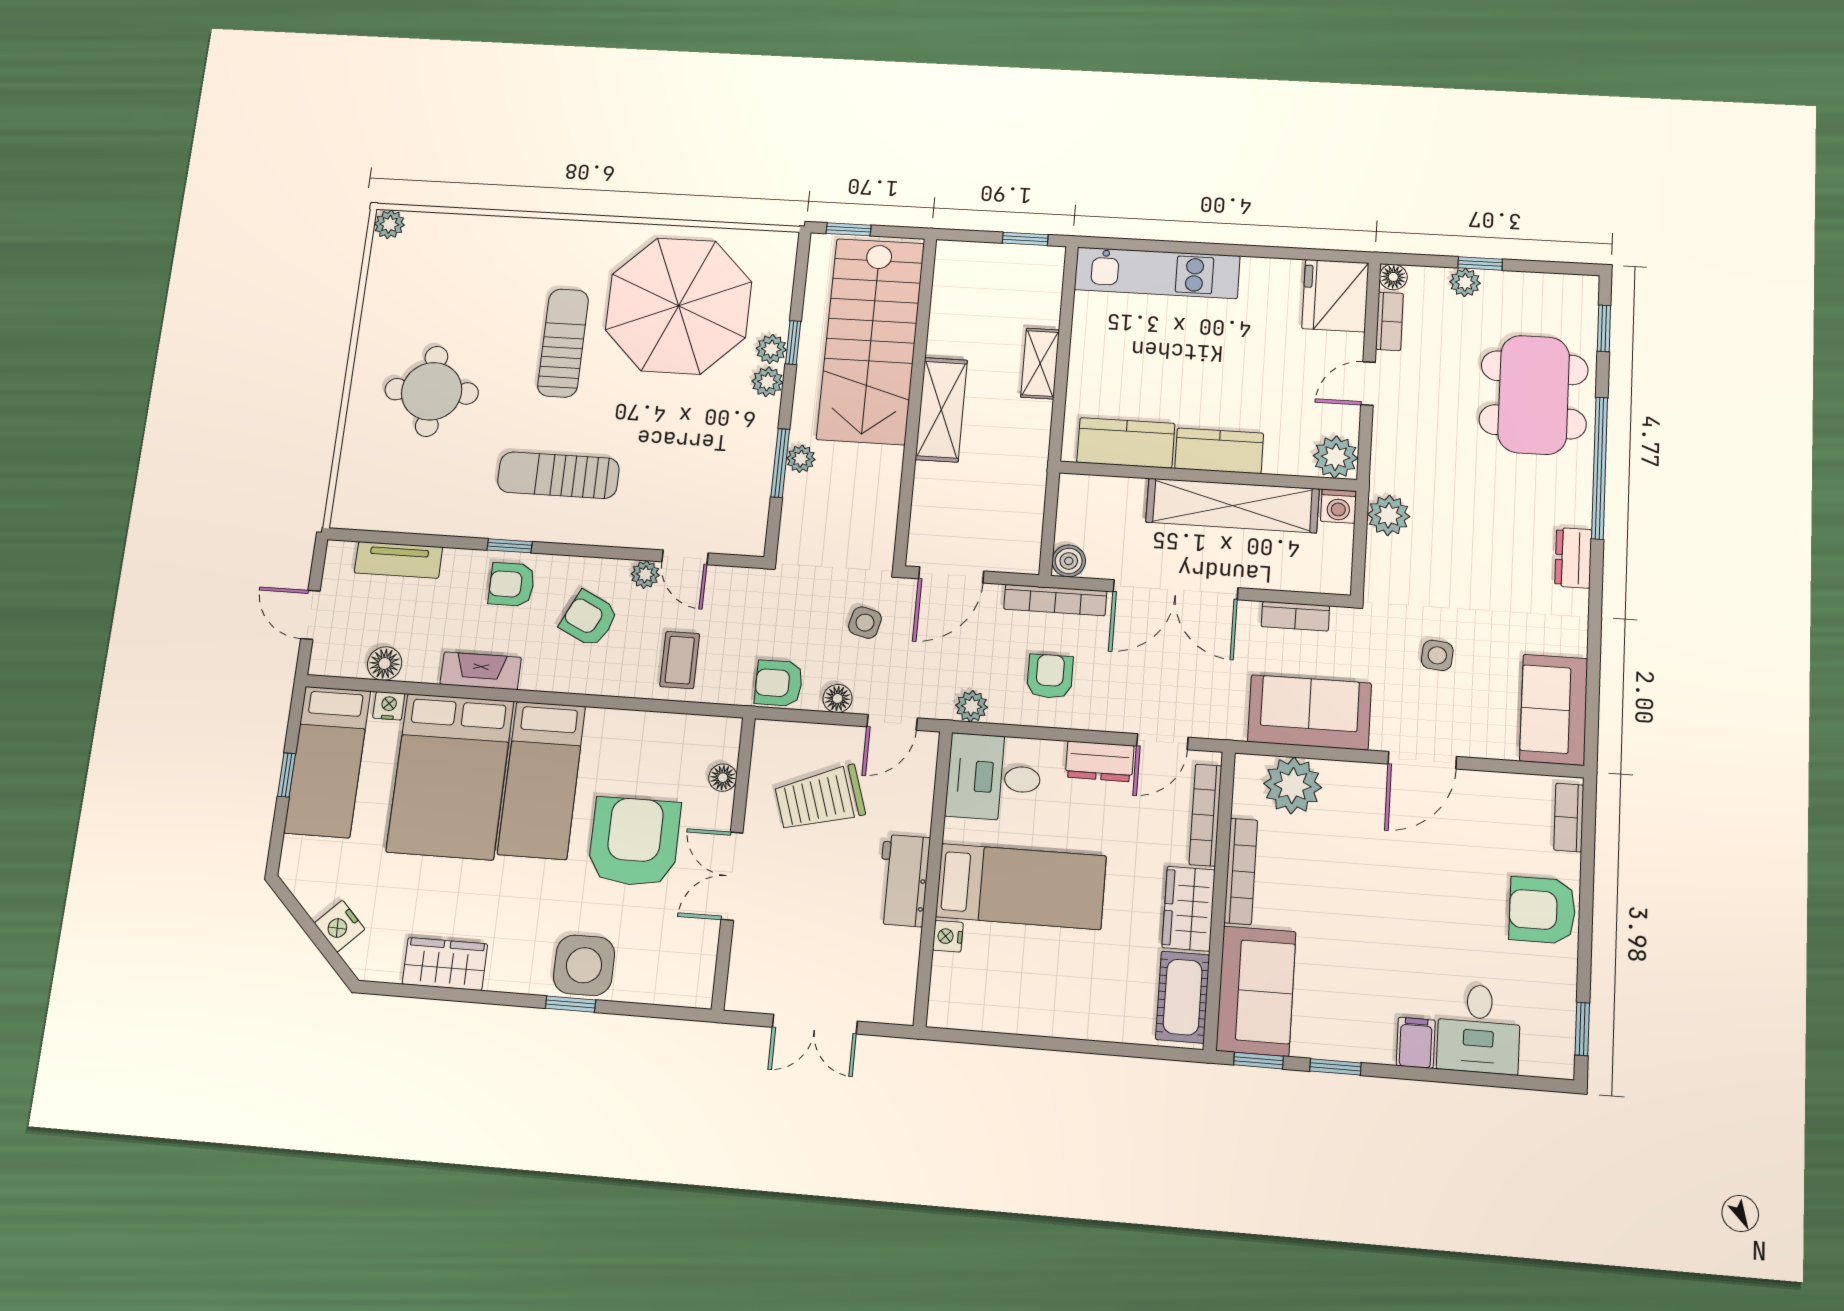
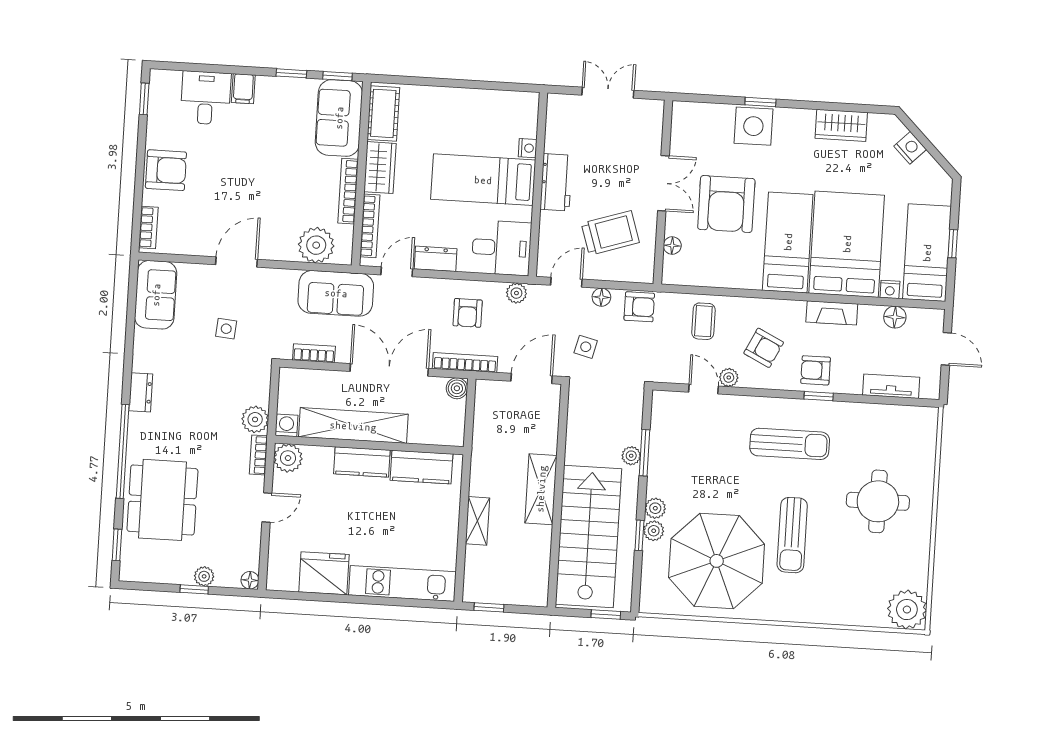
plant: (389, 224) -> (907, 610), width x1.88, depth x1.88
fridge: (1335, 296) -> (324, 573), moved, turned -90
bookcase: (1390, 321) -> (259, 455), moved
armchair: (512, 584) -> (816, 370), turned 180
sofa: (1309, 712) -> (336, 293), moved

